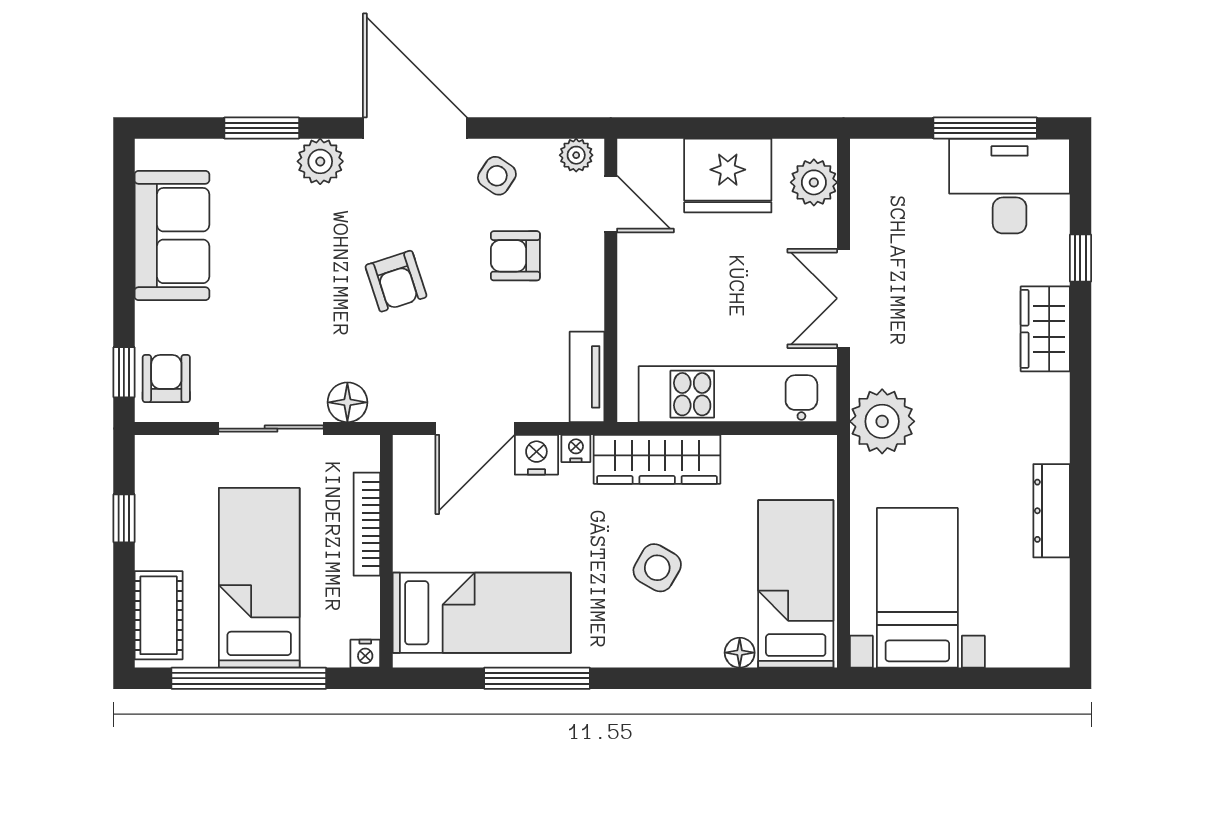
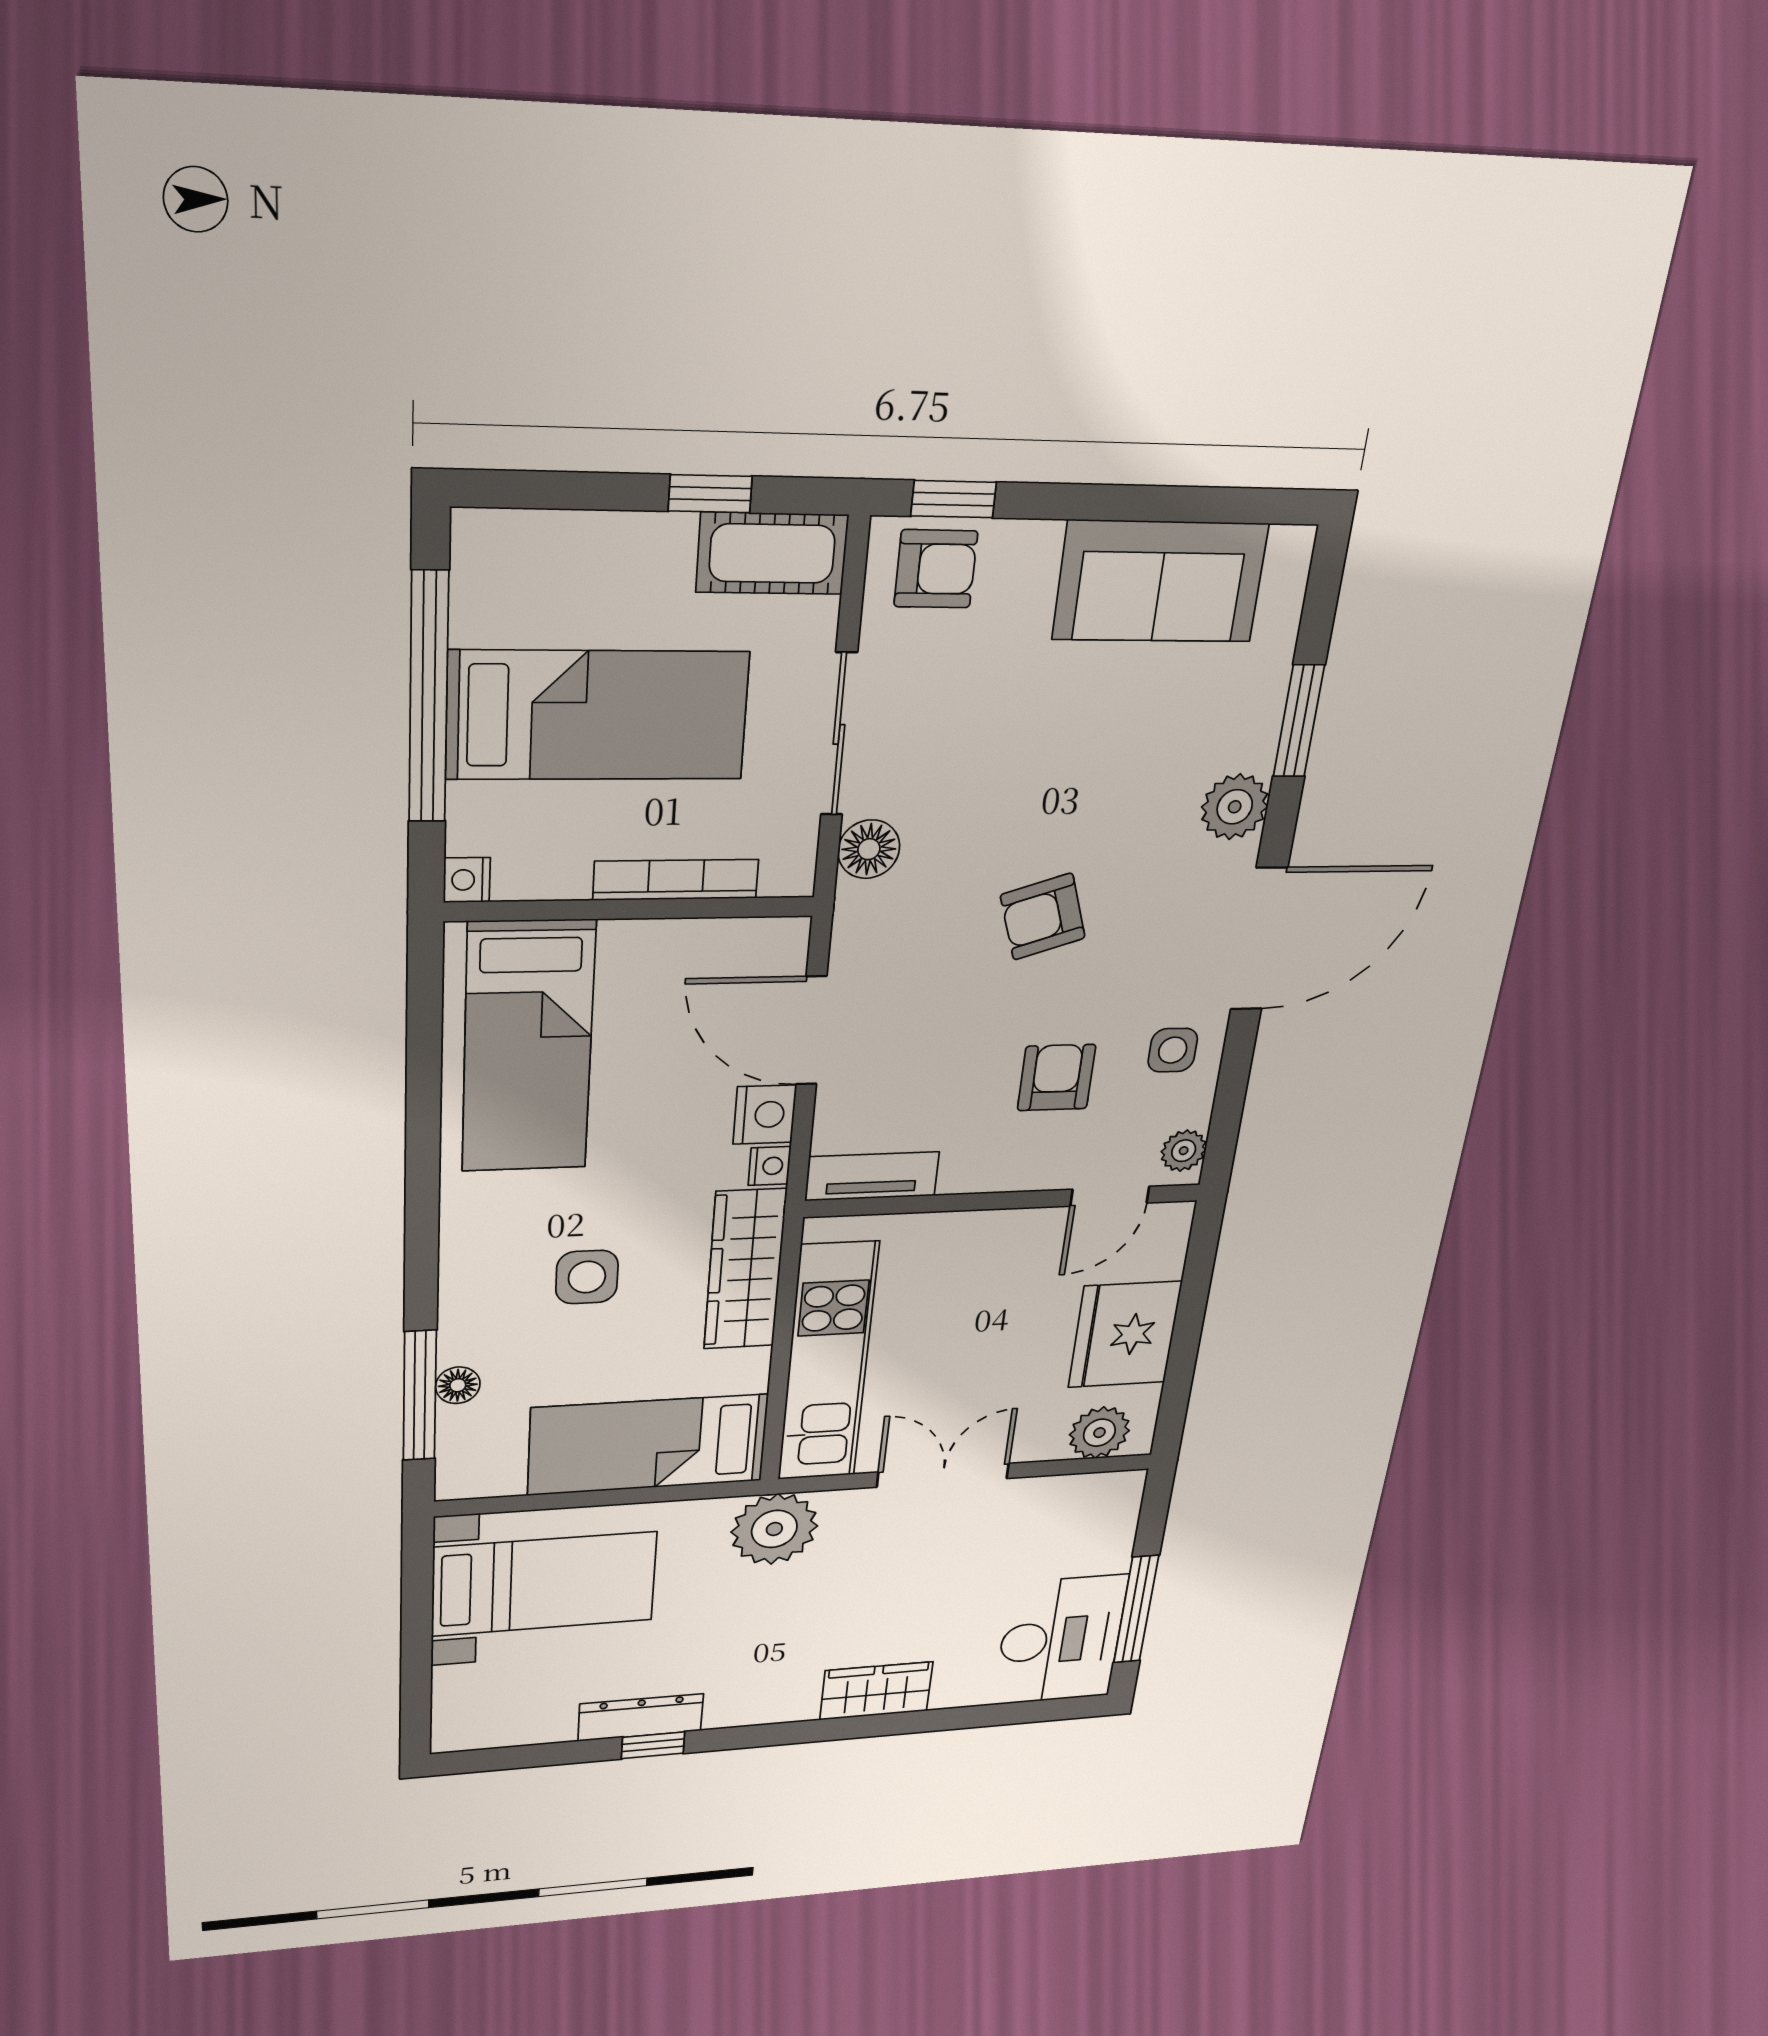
side table: (497, 176) -> (1173, 1050), turned -34
window: (1080, 258) -> (653, 1745), moved
side table: (657, 568) -> (587, 1277), turned -30
bed: (796, 584) -> (648, 1445), moved, turned 180
cot: (159, 615) -> (772, 553), moved
window: (537, 678) -> (420, 1396), moved

